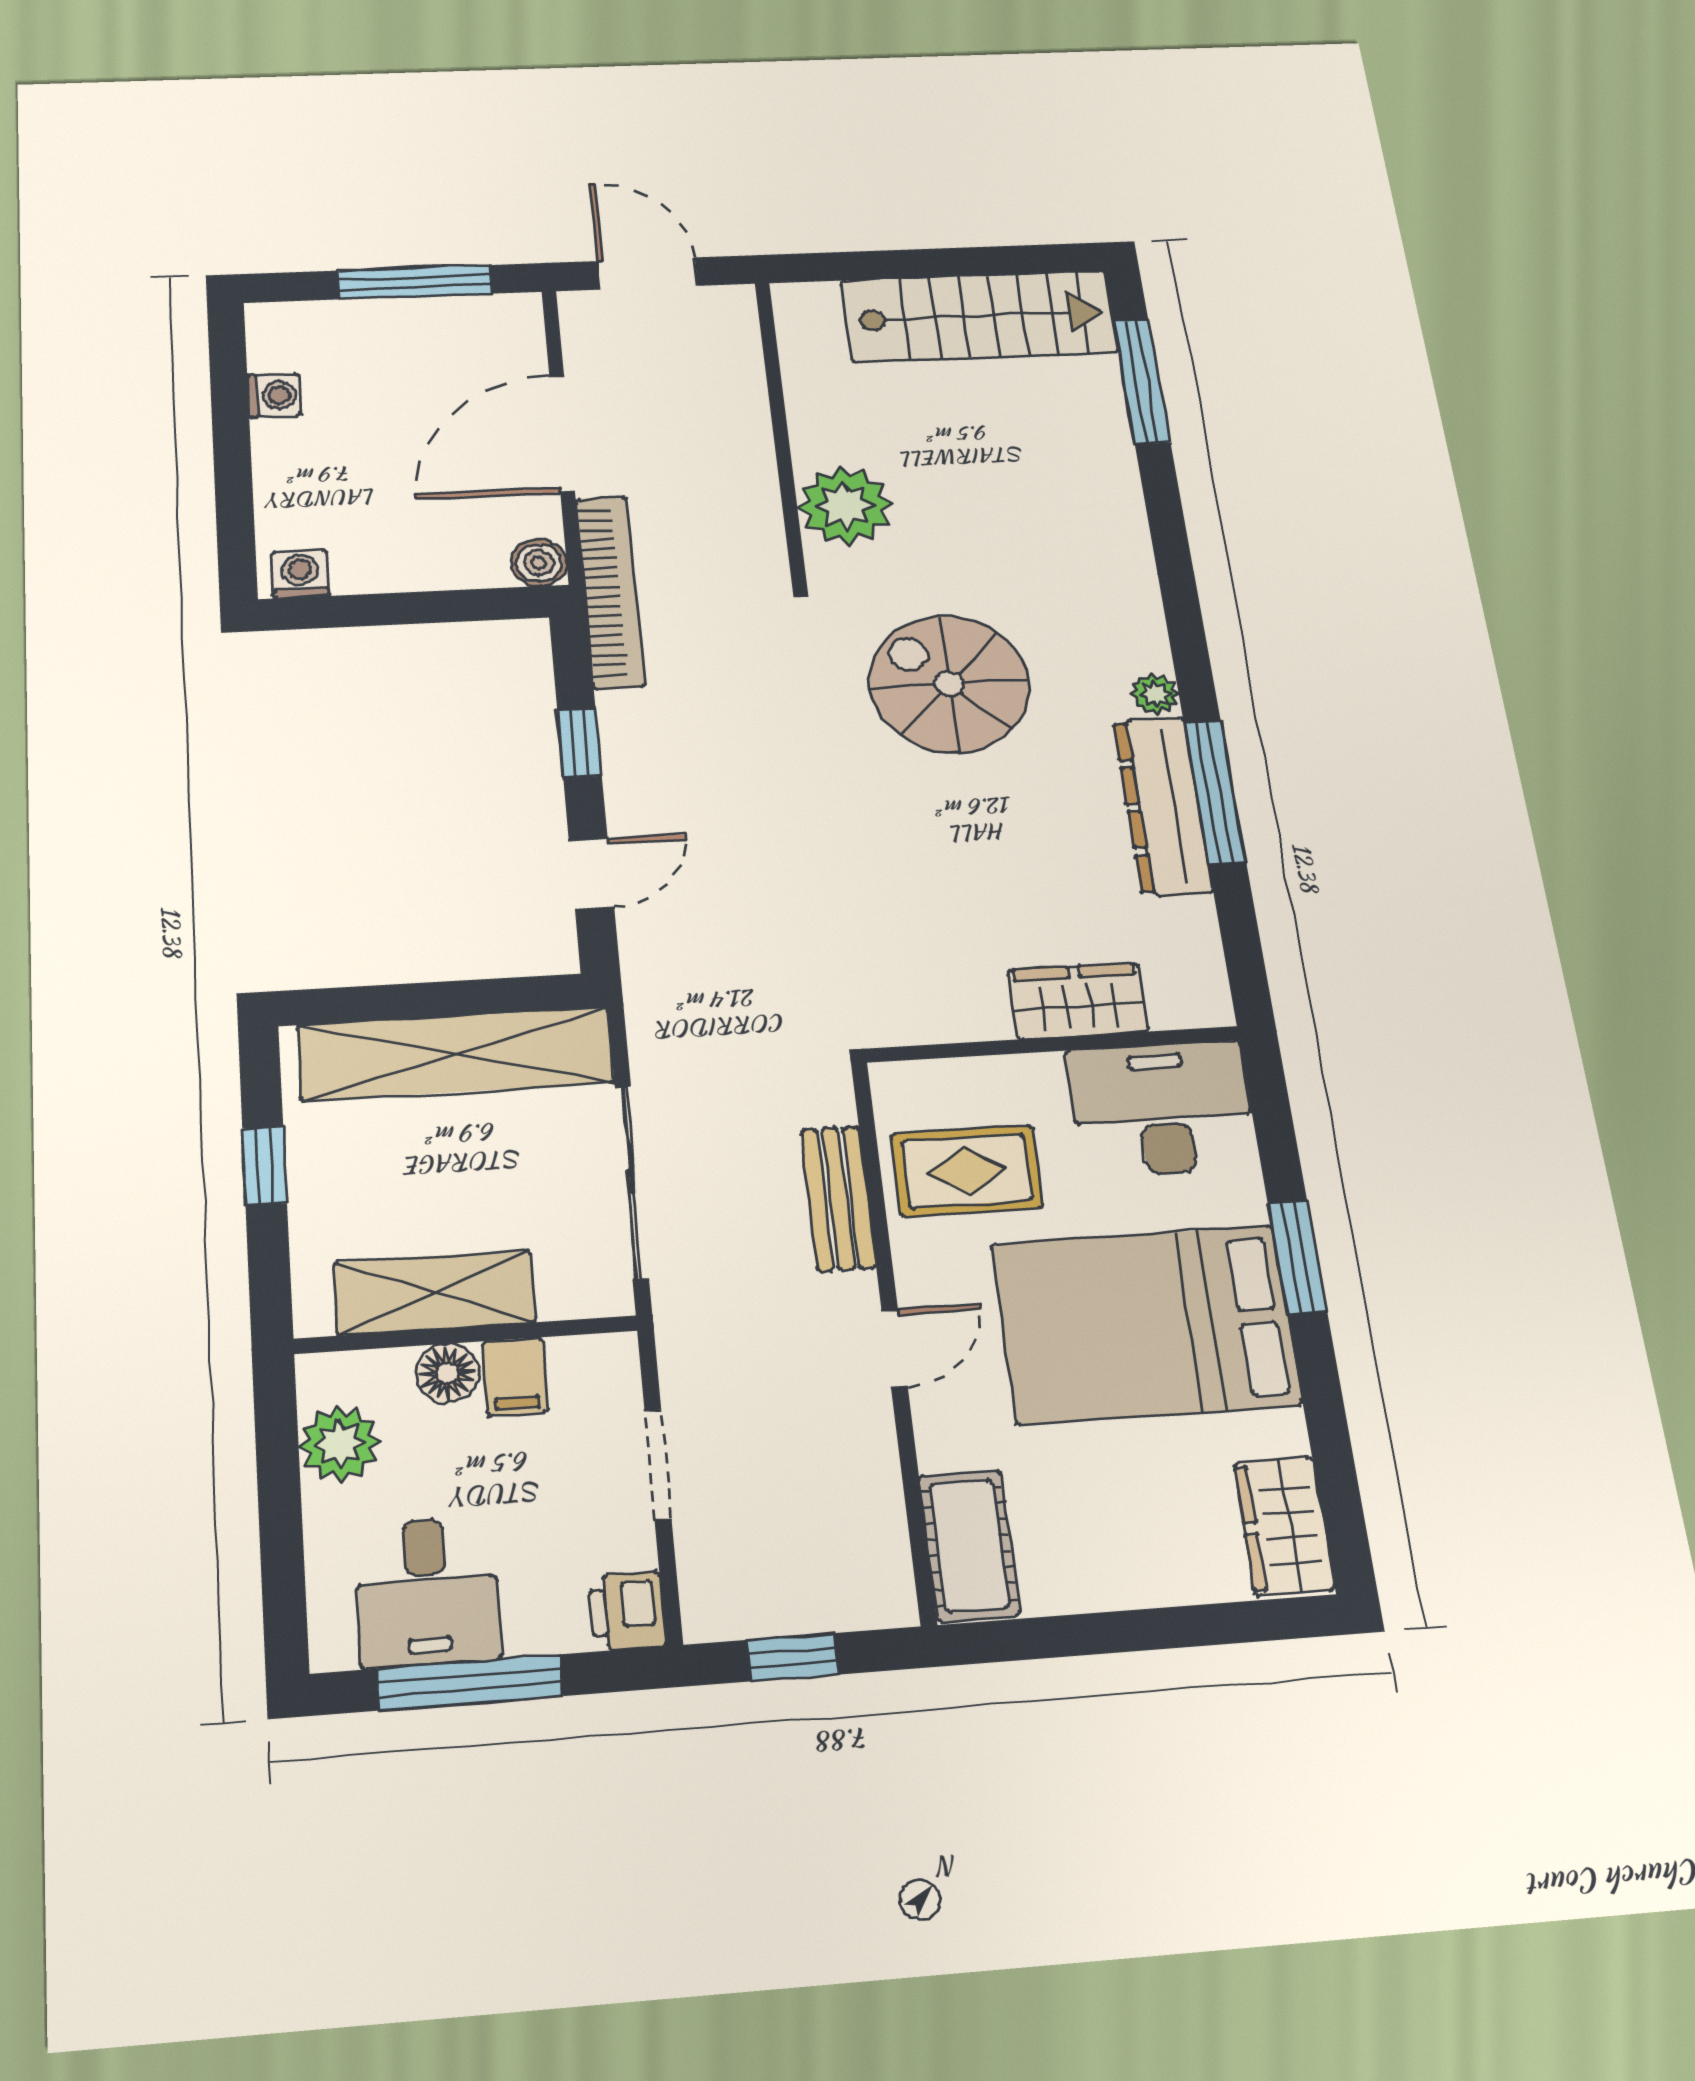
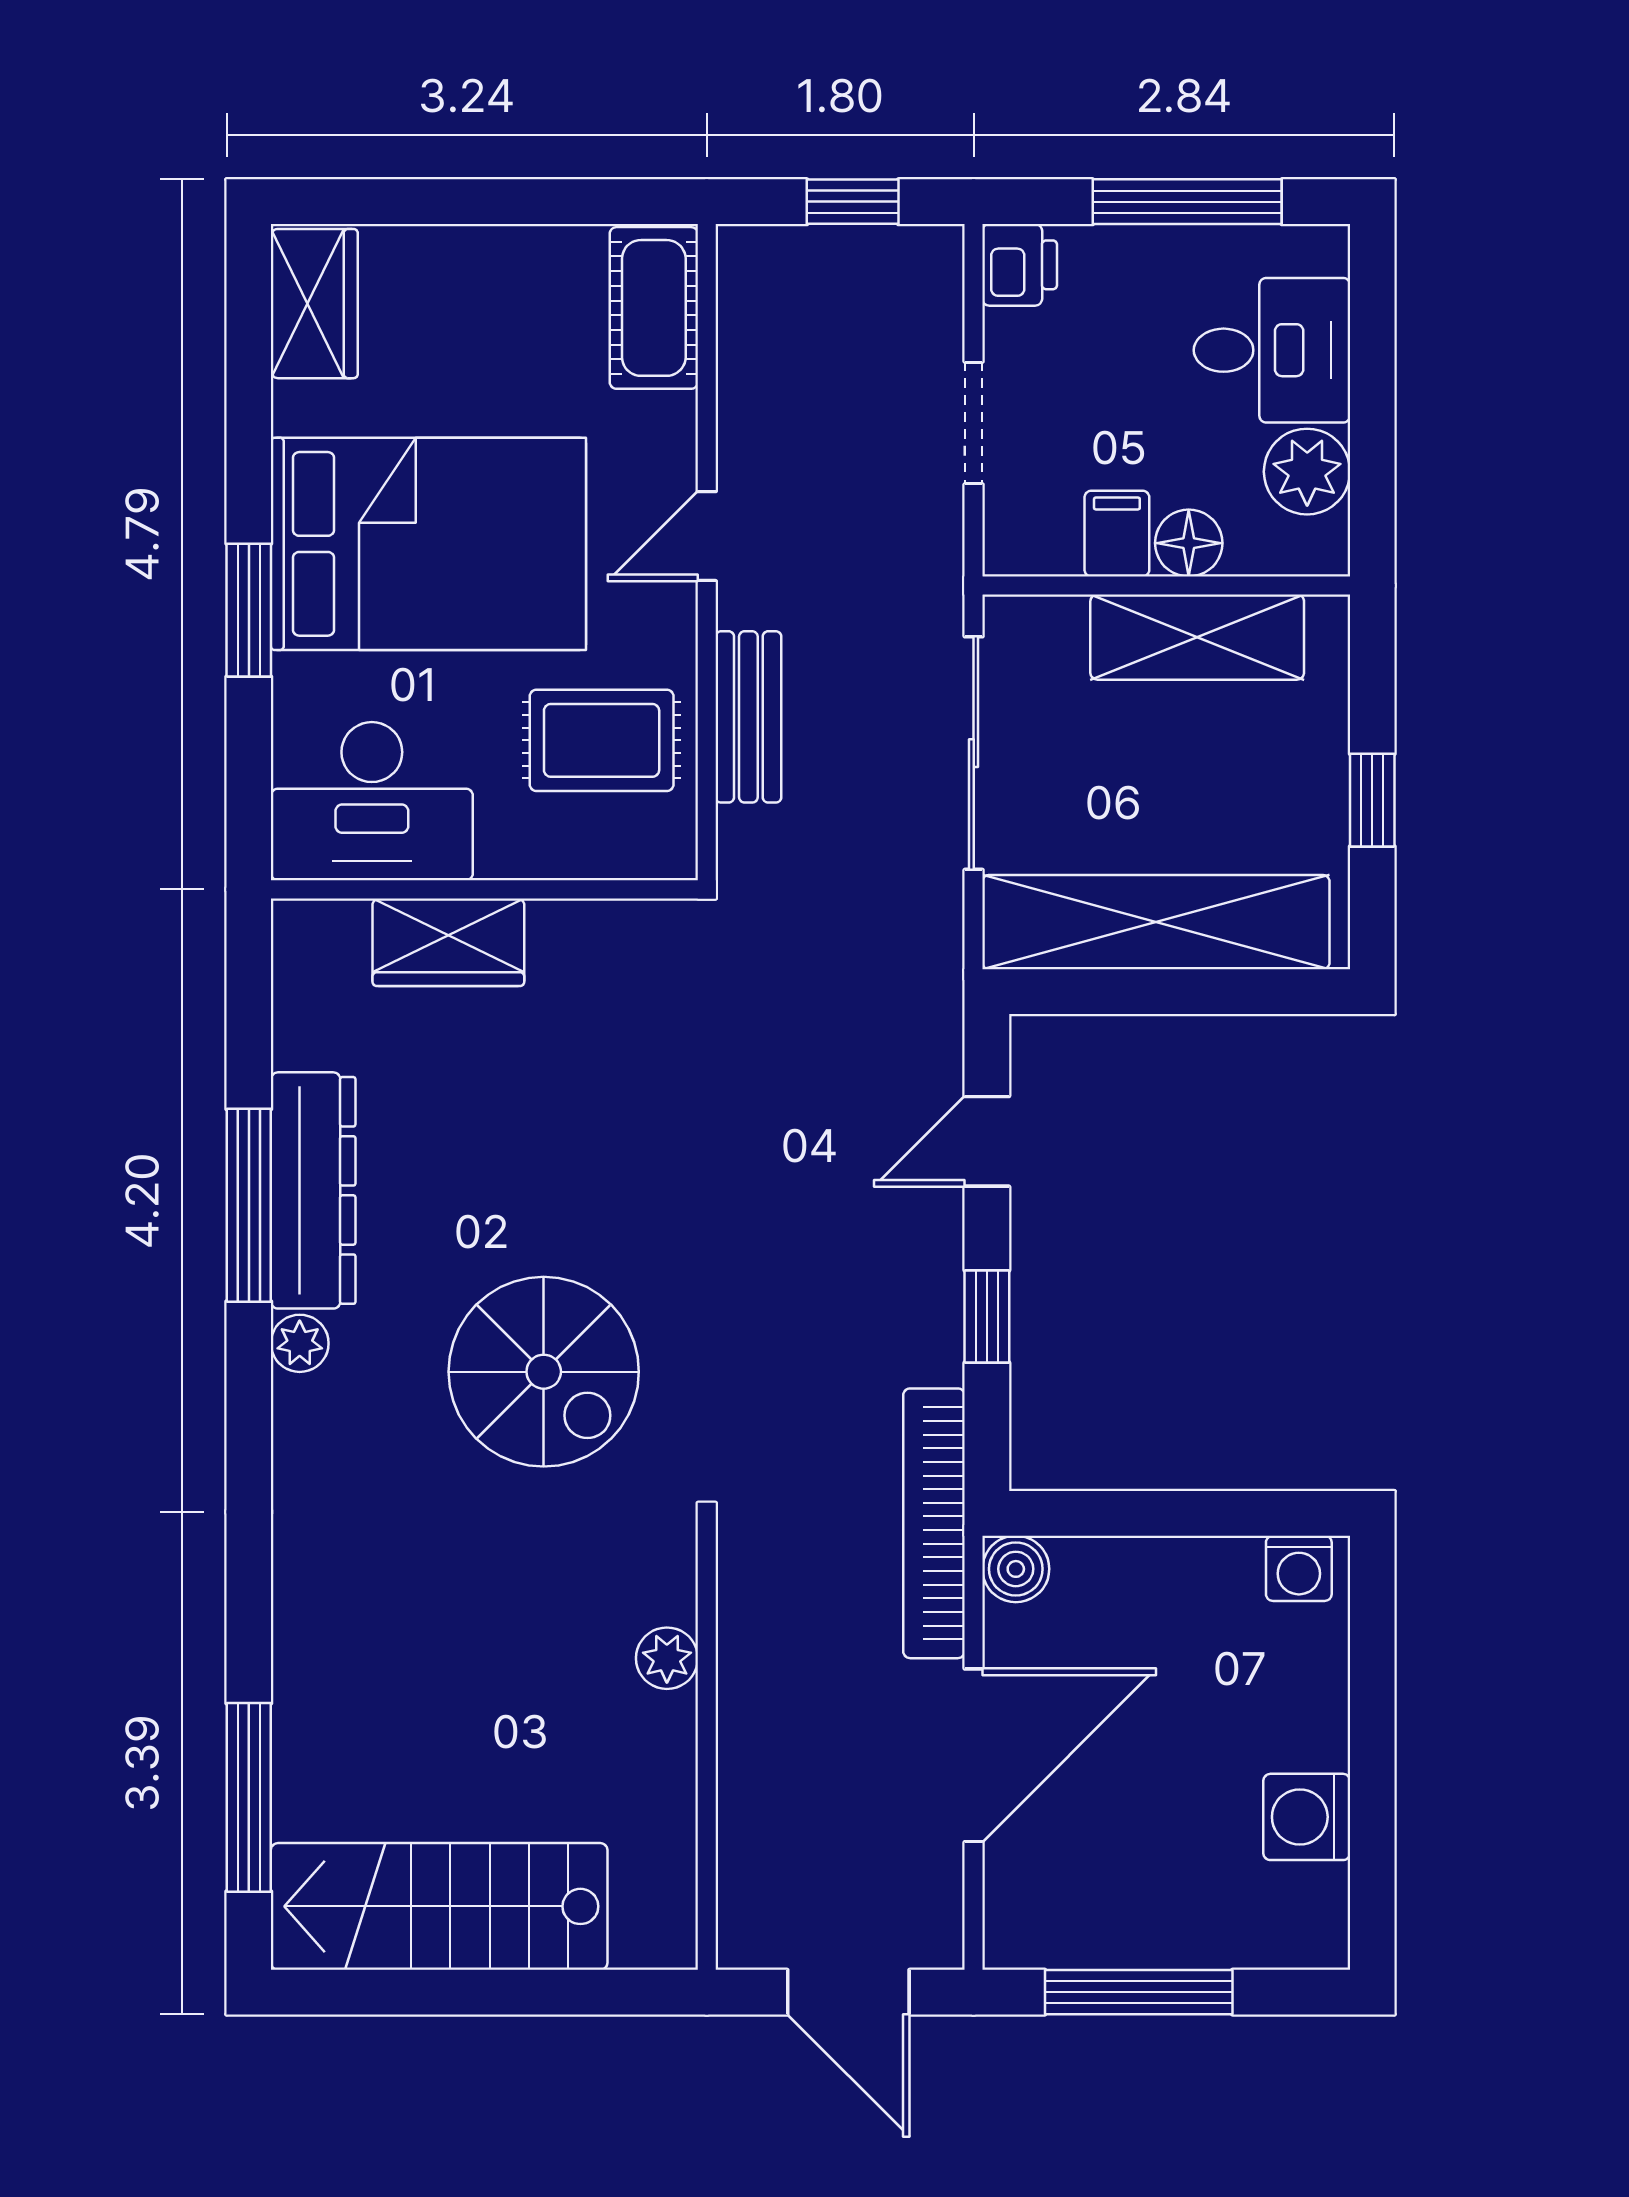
washing machine: (274, 396) -> (1307, 1817), width x1.38, depth x1.38
plant: (845, 506) -> (667, 1658), width x0.53, depth x0.53
desk: (427, 1592) -> (1272, 350), moved, turned 90

